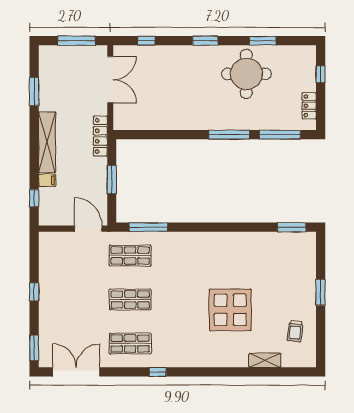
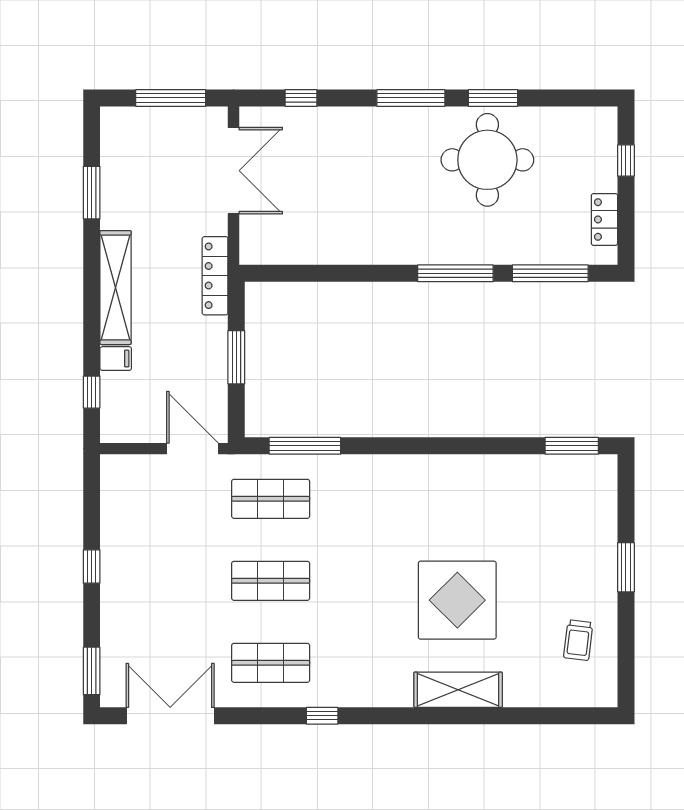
window: (205, 41) -> (411, 98), width x1.44
window: (263, 41) -> (493, 98), moved
shelving: (265, 360) -> (458, 690), moved, width x1.50, depth x1.33

